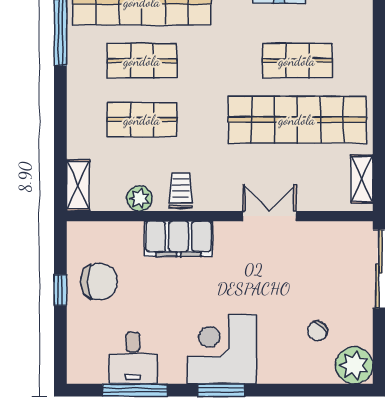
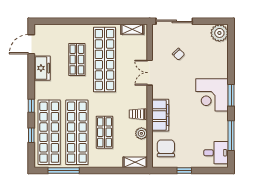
shop shelf: (142, 61) -> (77, 132), width x2.00, depth x1.36
chair: (99, 282) -> (166, 148), moved
chair: (318, 331) -> (178, 54), moved
desk: (133, 358) -> (216, 153), moved

